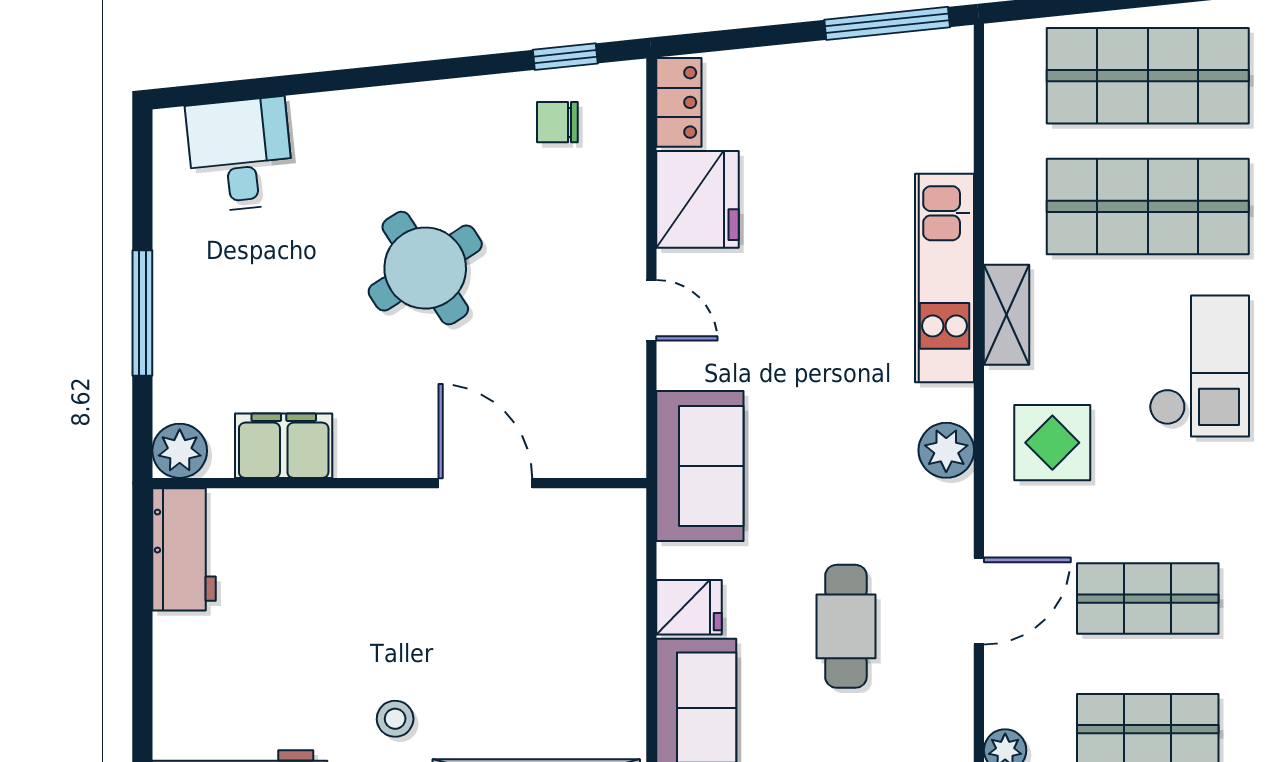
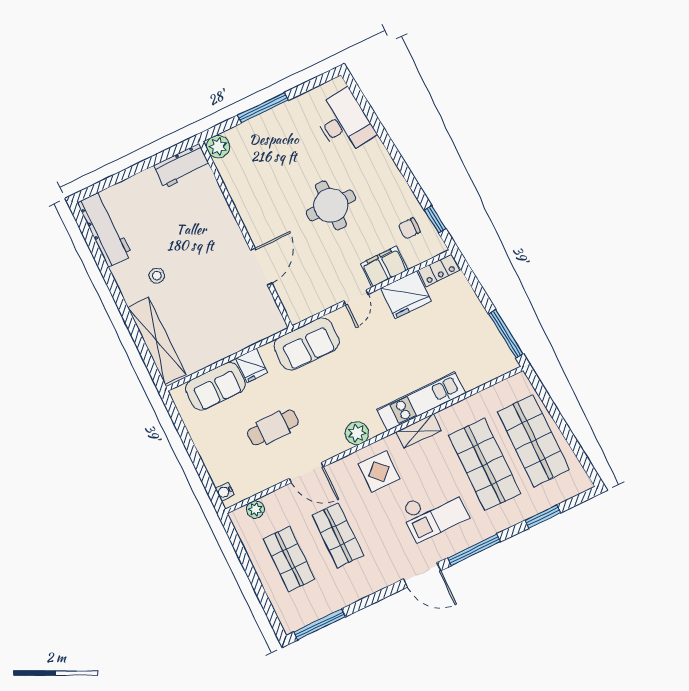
chair: (557, 122) -> (409, 228), turned -90
desk: (240, 155) -> (344, 122), width x1.37
round table: (425, 268) -> (331, 205), turned 33
filing cabinet: (284, 446) -> (384, 267), moved, turned -90

